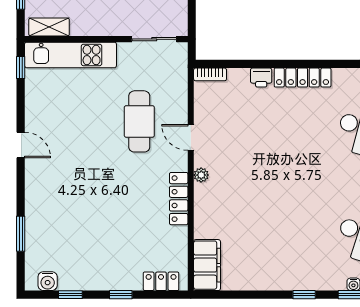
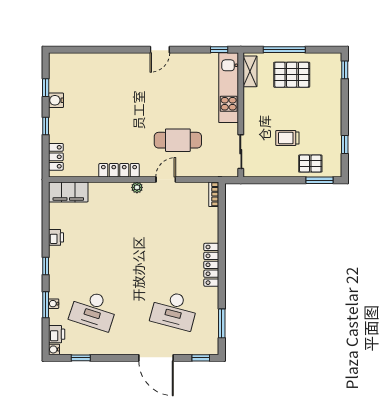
printer: (261, 78) -> (56, 237), moved, turned 180
window: (21, 234) -> (92, 50), removed
water cooler: (48, 281) -> (56, 100), moved

